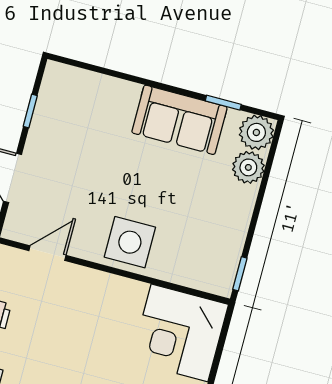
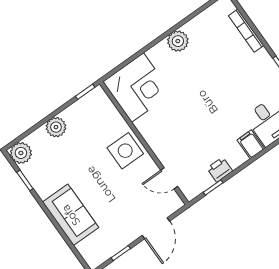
sofa: (179, 120) -> (71, 215), moved
plant: (248, 167) -> (56, 127), moved

